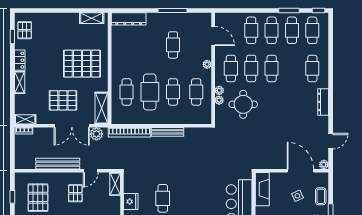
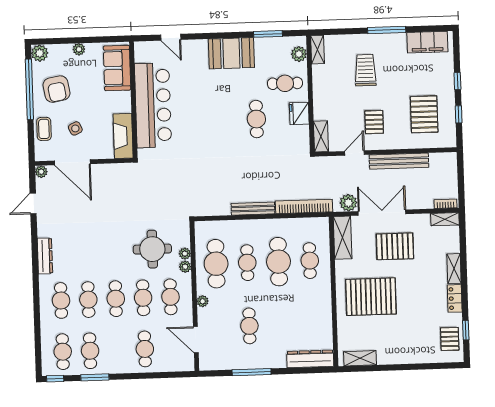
cafe table: (272, 30) -> (88, 300), moved
cafe table: (196, 92) -> (216, 264), width x1.37, depth x1.35

